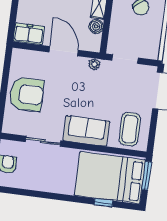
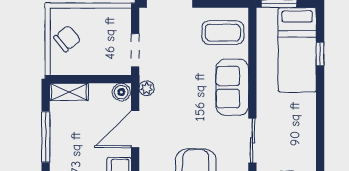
boiler: (96, 26) -> (121, 92), moved
bed: (110, 178) -> (297, 50), width x0.67

